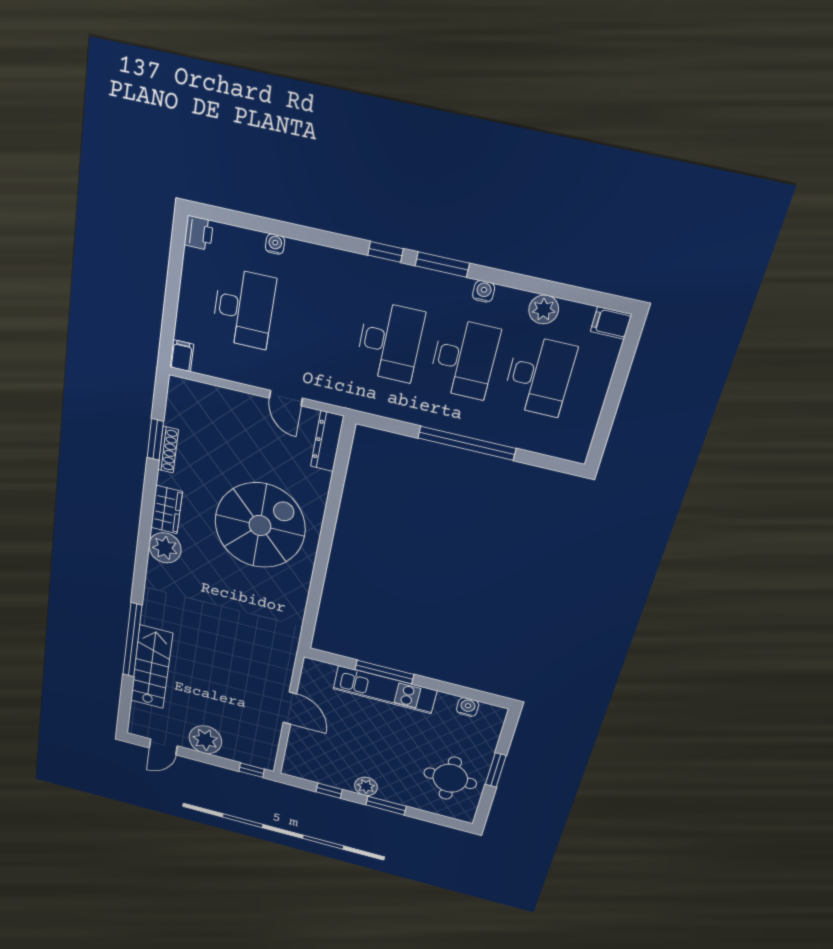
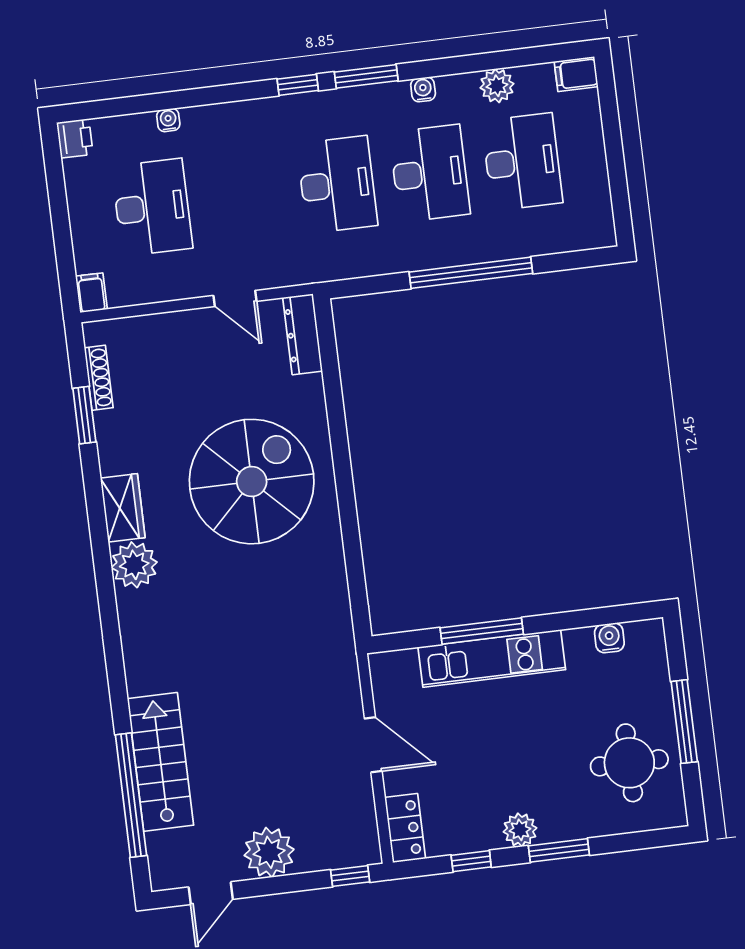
shoe rack: (168, 450) -> (99, 378), moved
window: (132, 640) -> (131, 795), moved
locker: (294, 759) -> (405, 828), added
window: (496, 770) -> (684, 722), width x1.44

